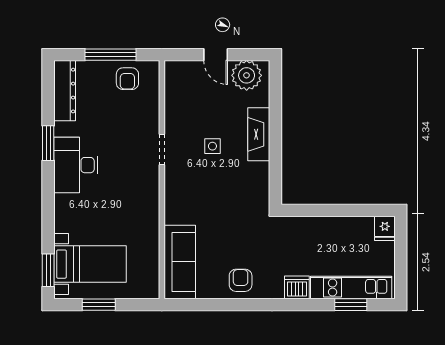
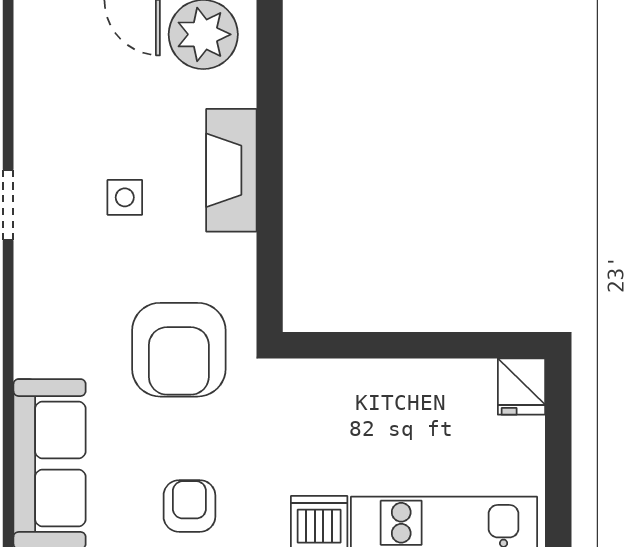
armchair: (236, 212) -> (179, 350), added

